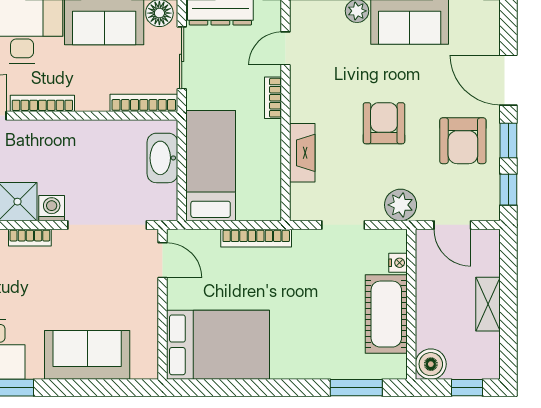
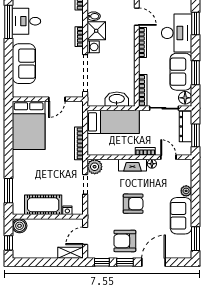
floor lamp: (299, 84) -> (152, 164), added
fireplace: (302, 153) -> (132, 165), moved
plant: (401, 205) -> (95, 167), moved
door: (163, 260) -> (57, 99), moved
shelving: (488, 304) -> (70, 253), moved

